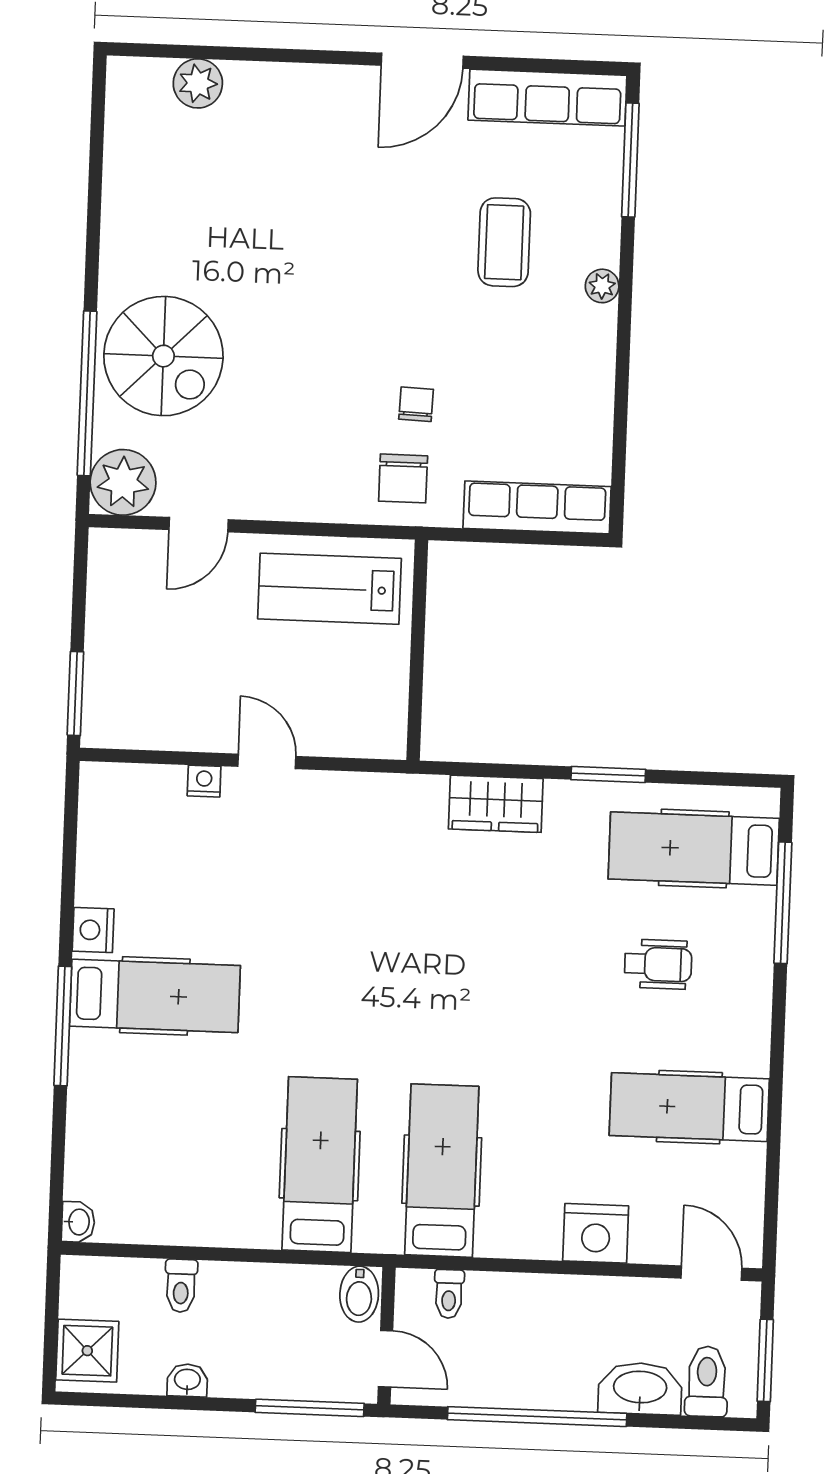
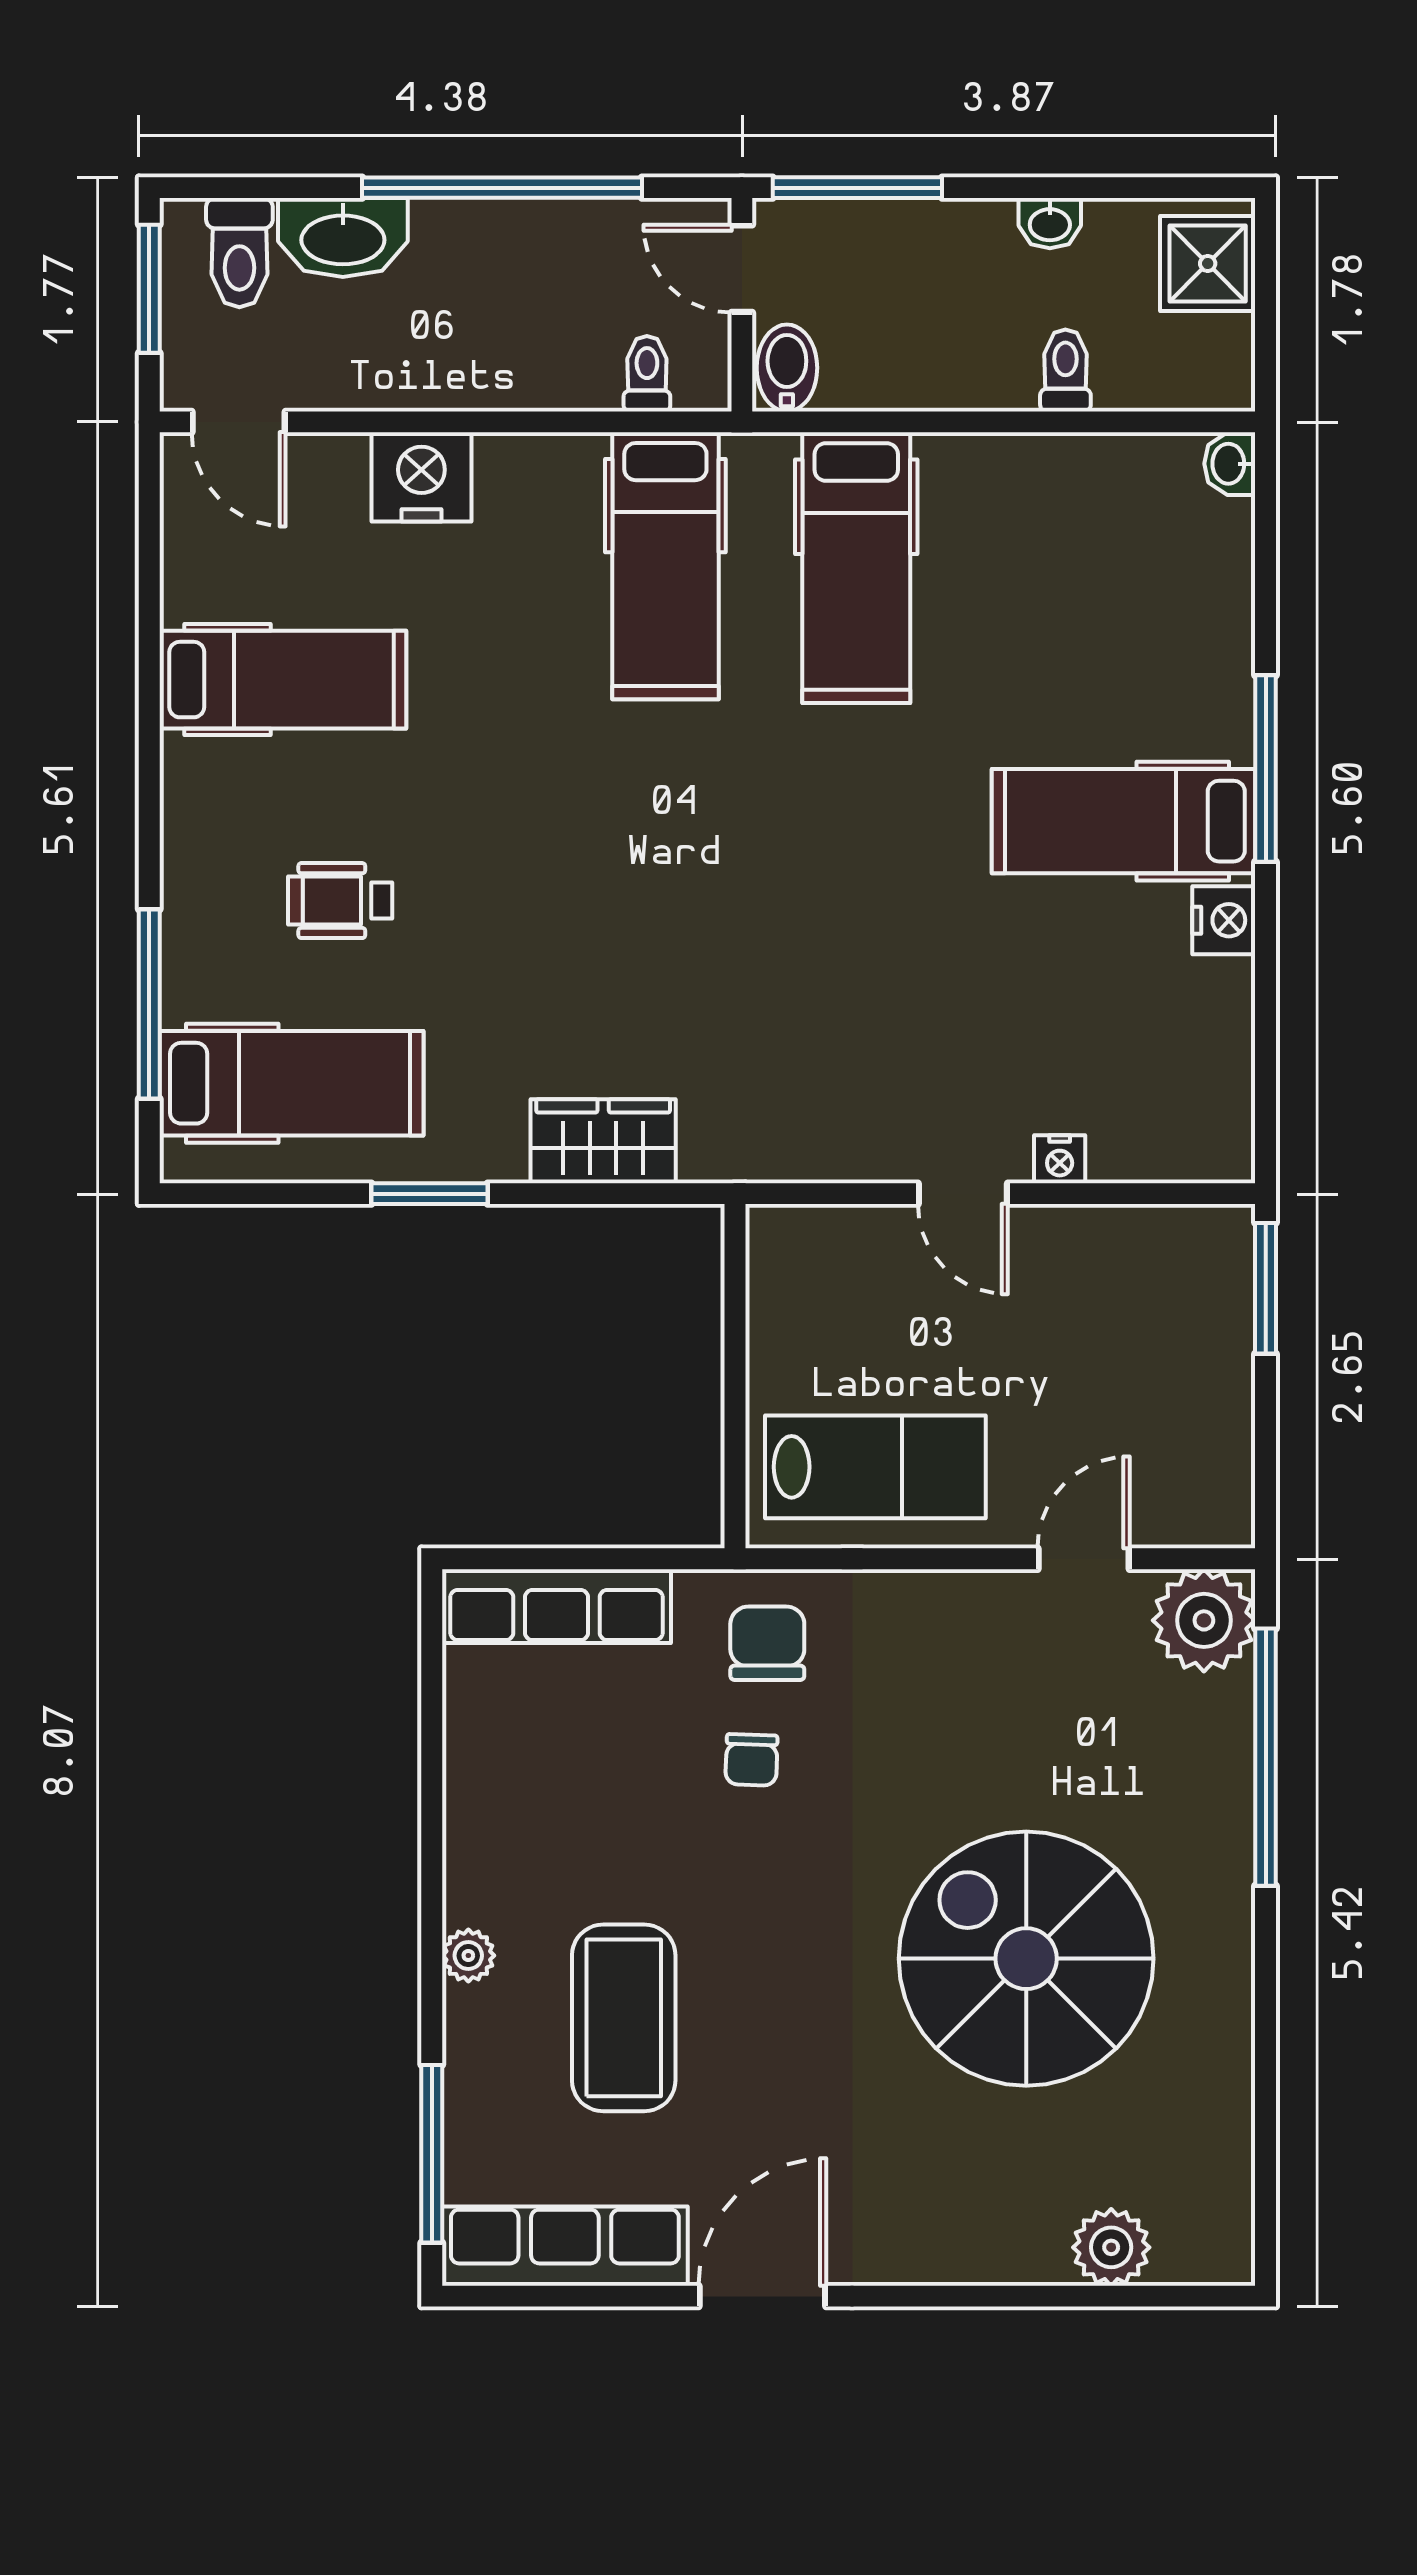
coffee table: (504, 242) -> (624, 2018), width x1.36, depth x1.32
spiral stairs: (163, 356) -> (1026, 1959), moved, width x1.37, depth x1.37

